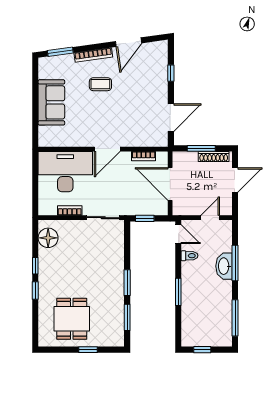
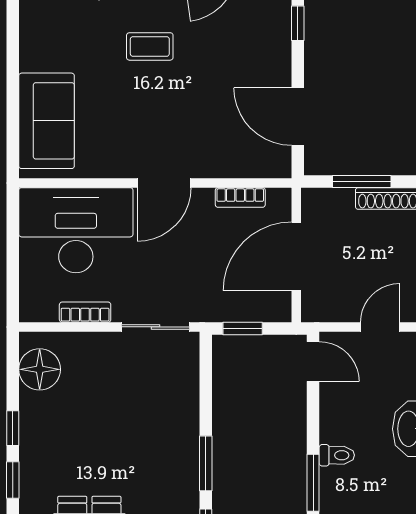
sofa: (51, 102) -> (47, 121), moved
door: (171, 118) -> (298, 117), swing flipped
door: (170, 184) -> (296, 256), hinge flipped
toilet: (189, 256) -> (337, 455), moved

